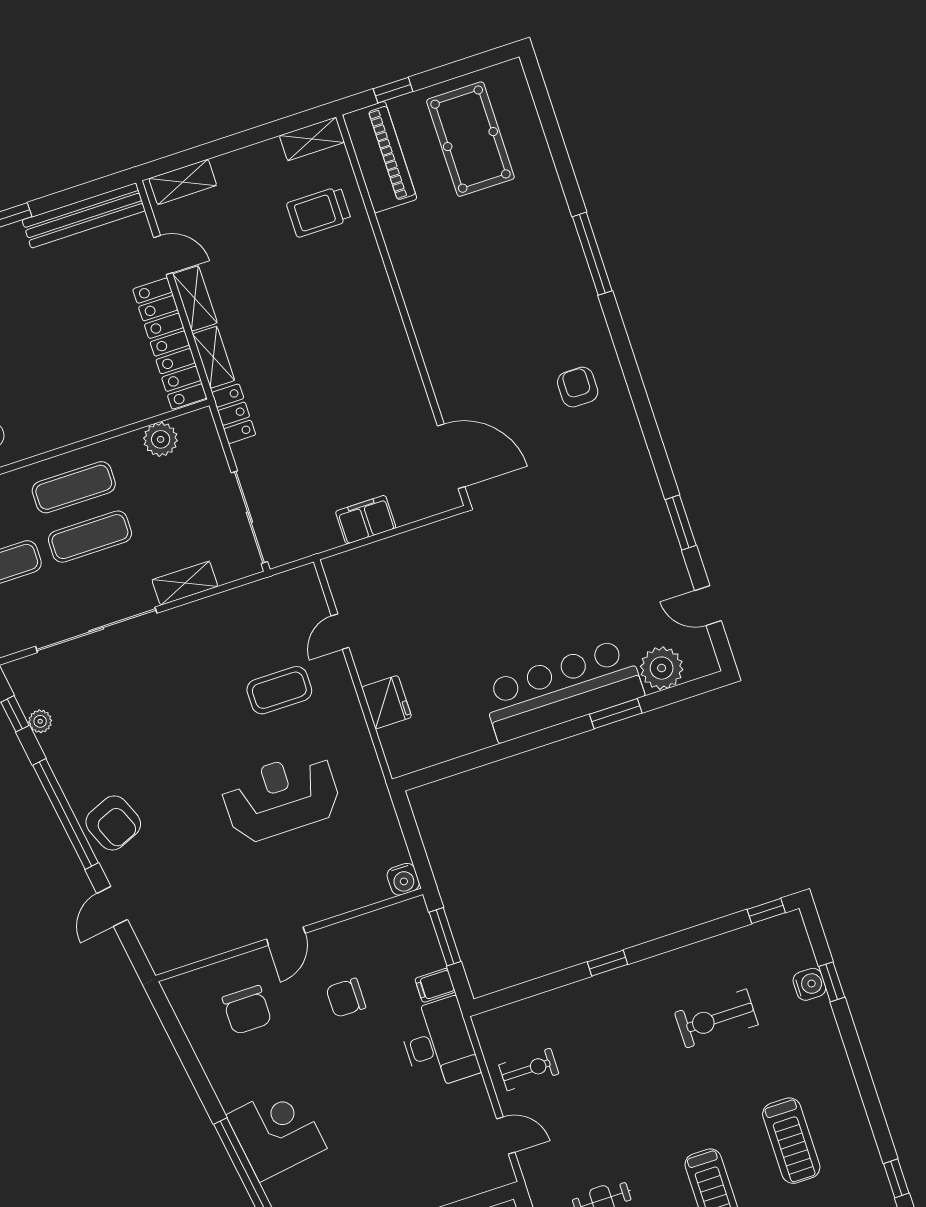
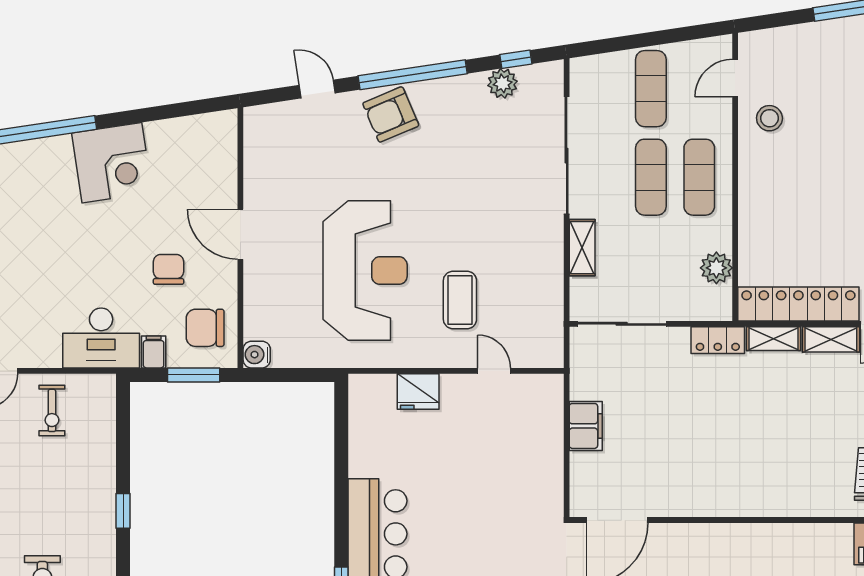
plant: (40, 721) -> (503, 83), width x1.38, depth x1.38
reception desk: (281, 797) -> (365, 271), width x1.36, depth x1.30
door: (286, 936) -> (240, 234), width x1.38
chair: (247, 1010) -> (205, 328), moved
corner desk: (276, 1132) -> (112, 163), moved

